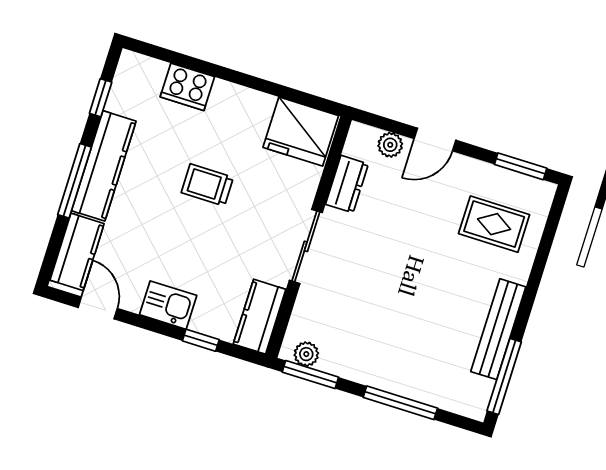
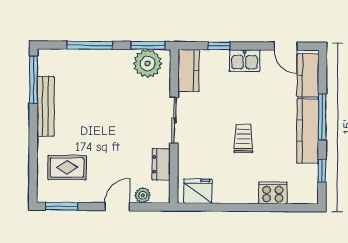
fridge: (301, 132) -> (198, 191), width x0.73, depth x0.75
trolley: (207, 185) -> (243, 139), turned -90
plant: (306, 354) -> (148, 63), width x1.88, depth x1.88

